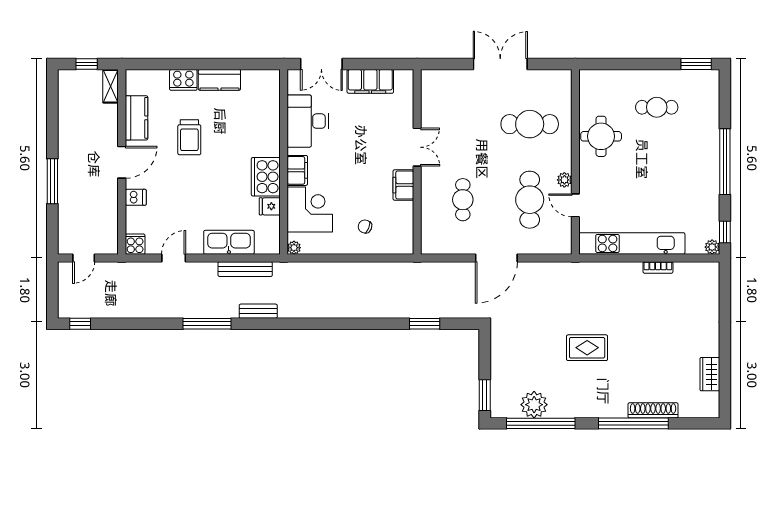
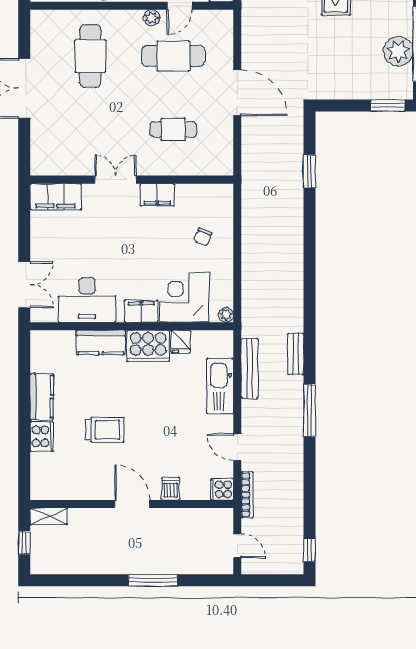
filing cabinet: (370, 81) -> (56, 197), moved, turned 90
kitchen counter: (136, 118) -> (101, 342), moved, turned 180
bookcase: (130, 267) -> (247, 495), added

